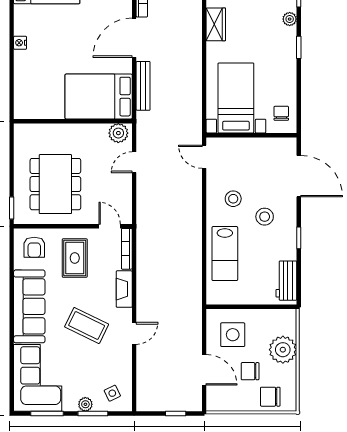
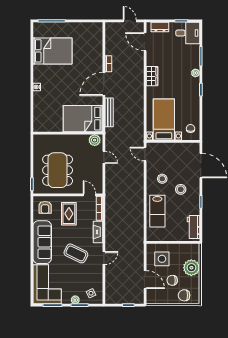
door: (134, 162) -> (104, 157), swing flipped

